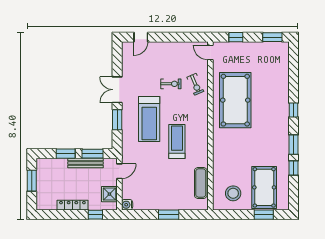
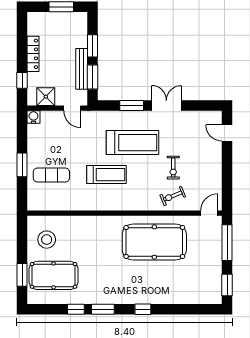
window: (236, 37) -> (227, 243), width x2.17
treadmill: (149, 119) -> (133, 143), turned 180
exercise mat: (201, 183) -> (51, 175), moved

